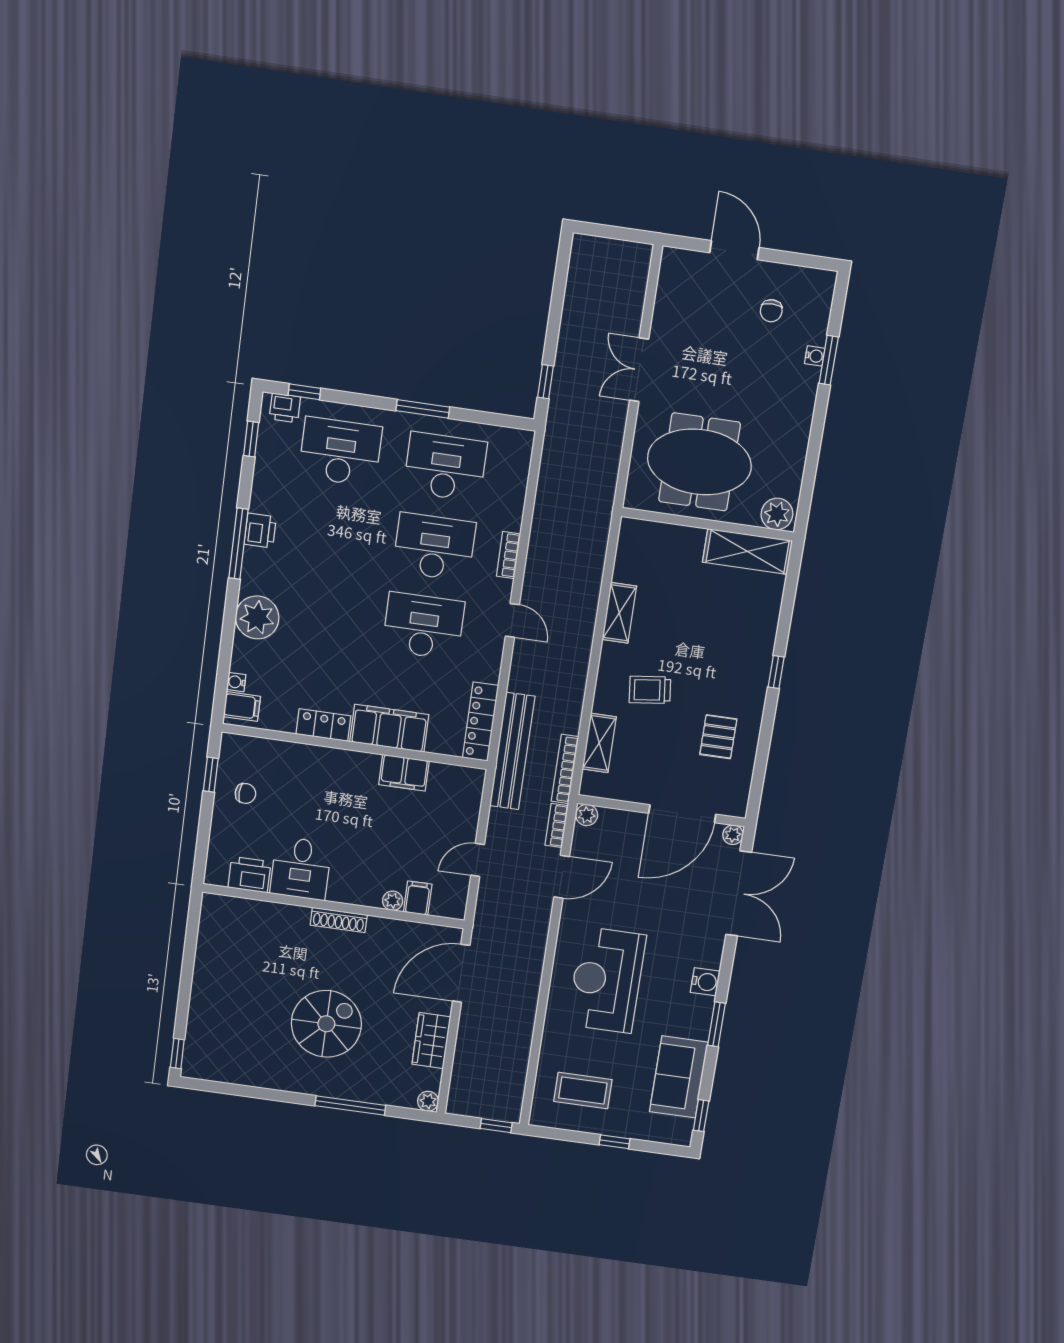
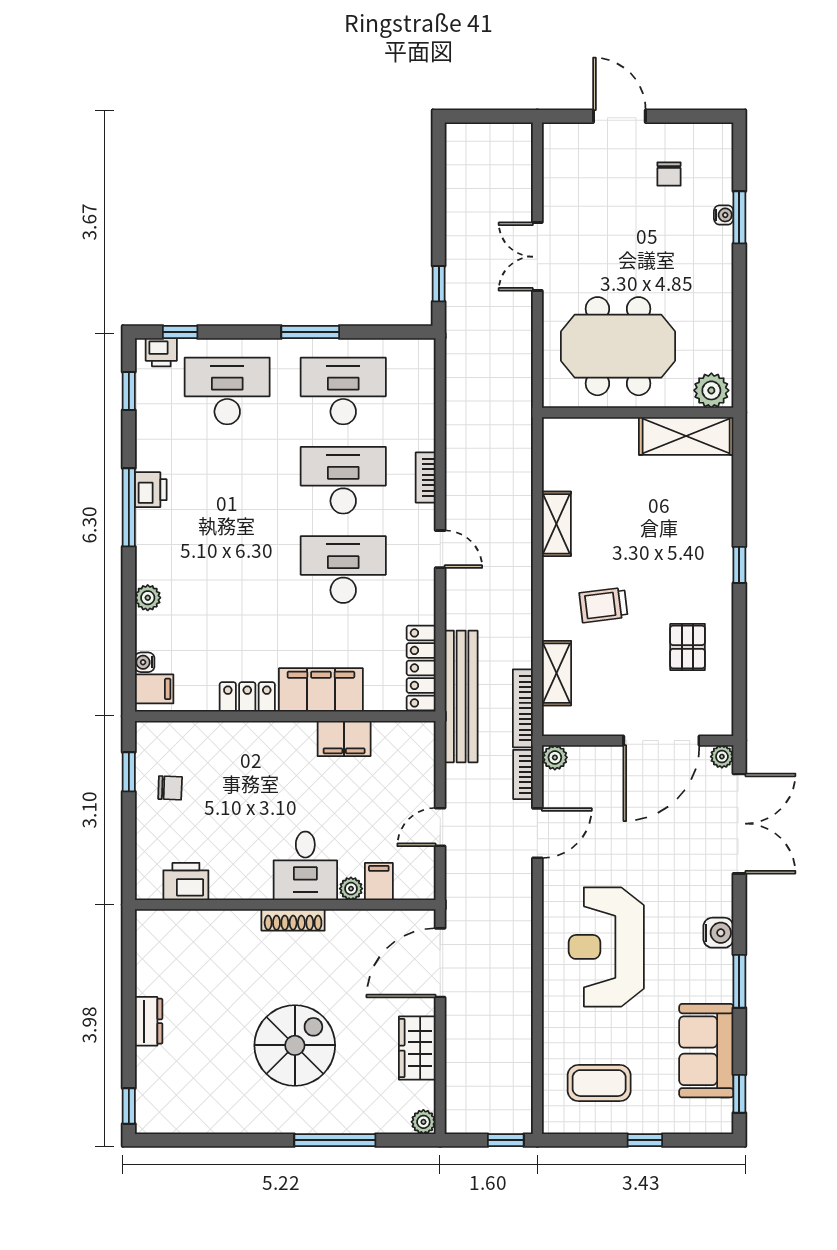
plant: (257, 617) -> (148, 598), width x0.53, depth x0.53
desk: (301, 868) -> (305, 866), moved
dresser: (203, 986) -> (149, 1021), added

